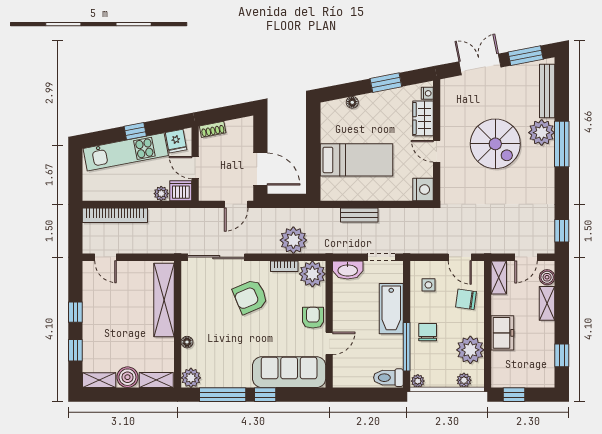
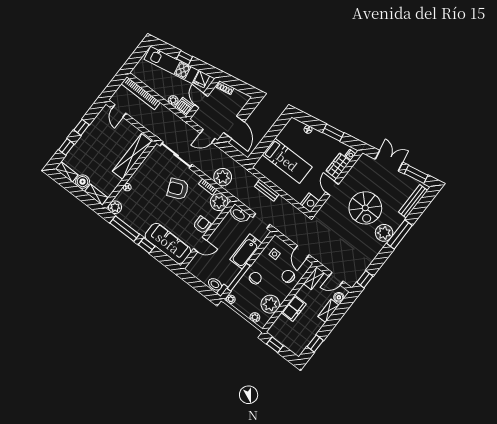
plant: (542, 133) -> (384, 233), moved

